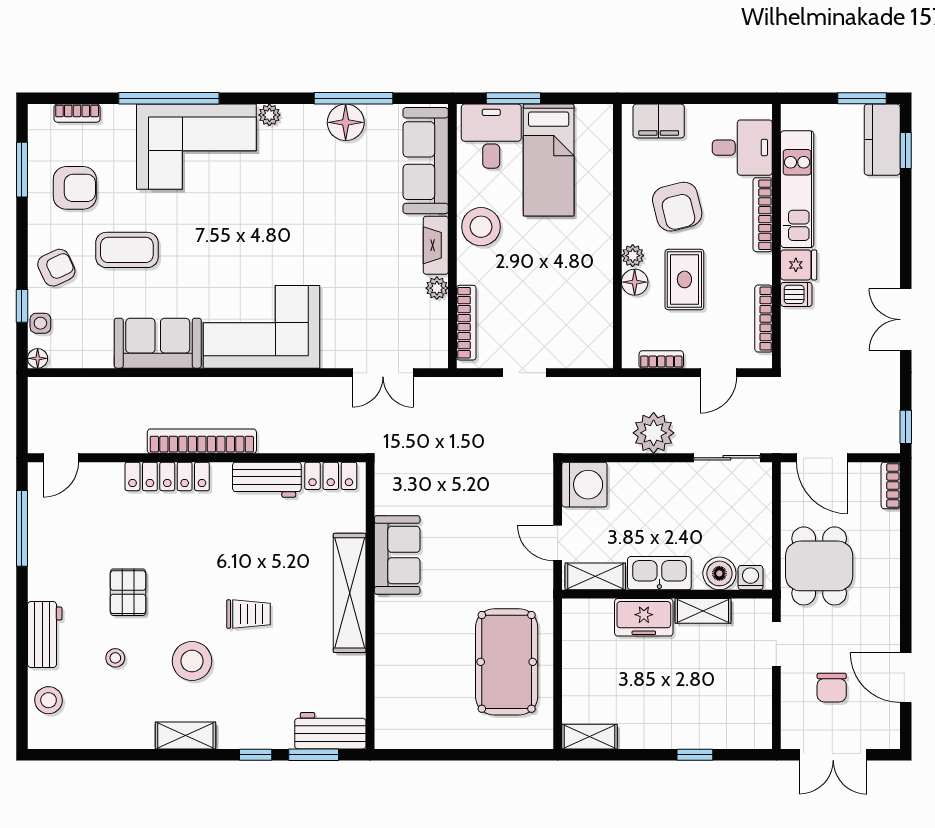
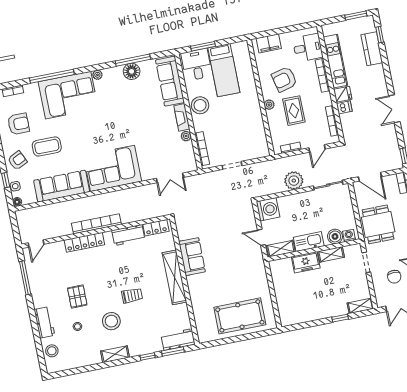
kitchen counter: (882, 140) -> (372, 49), moved
armchair: (677, 207) -> (284, 79), turned 90
floor lamp: (635, 282) -> (272, 116), removed
sofa: (158, 343) -> (62, 186), width x1.36
pool table: (507, 662) -> (240, 316), moved, turned 90
shelving: (590, 737) -> (360, 306), moved

